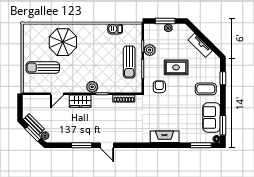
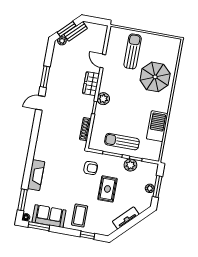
barbecue: (115, 29) -> (157, 126), width x1.88, depth x1.53
fireplace: (165, 137) -> (36, 175), moved

